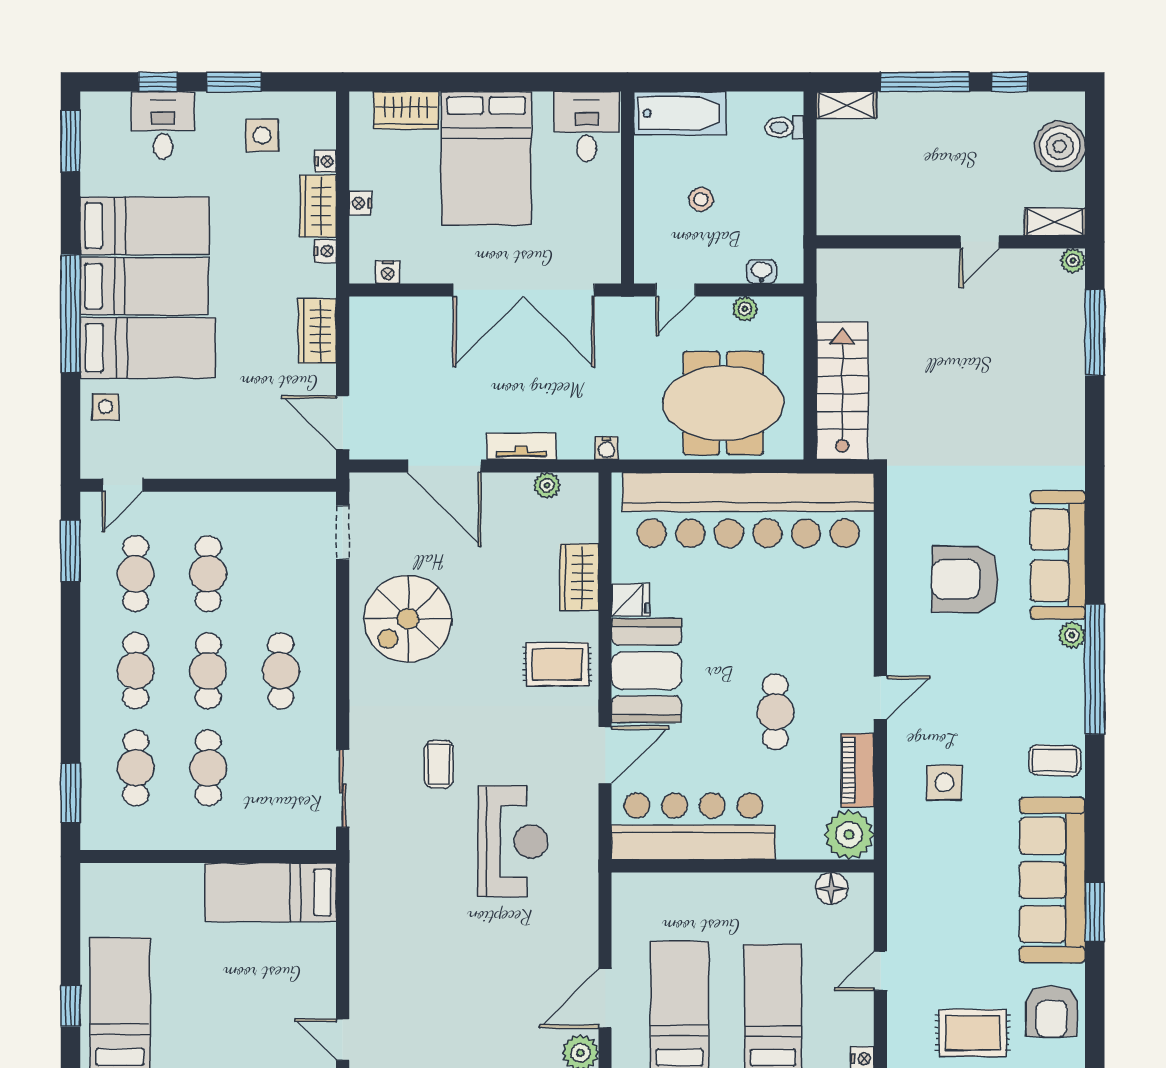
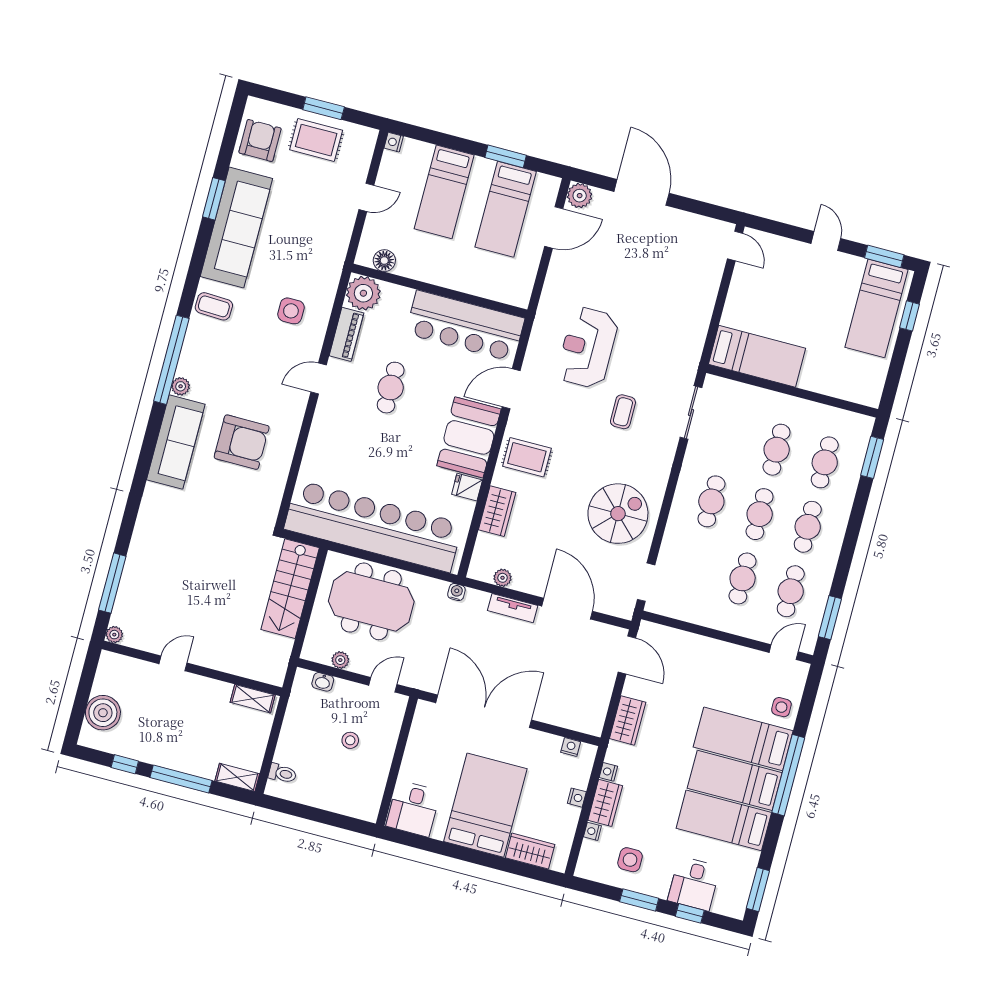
bathtub: (680, 113) -> (349, 801), removed
shelving: (1055, 222) -> (253, 699), moved

